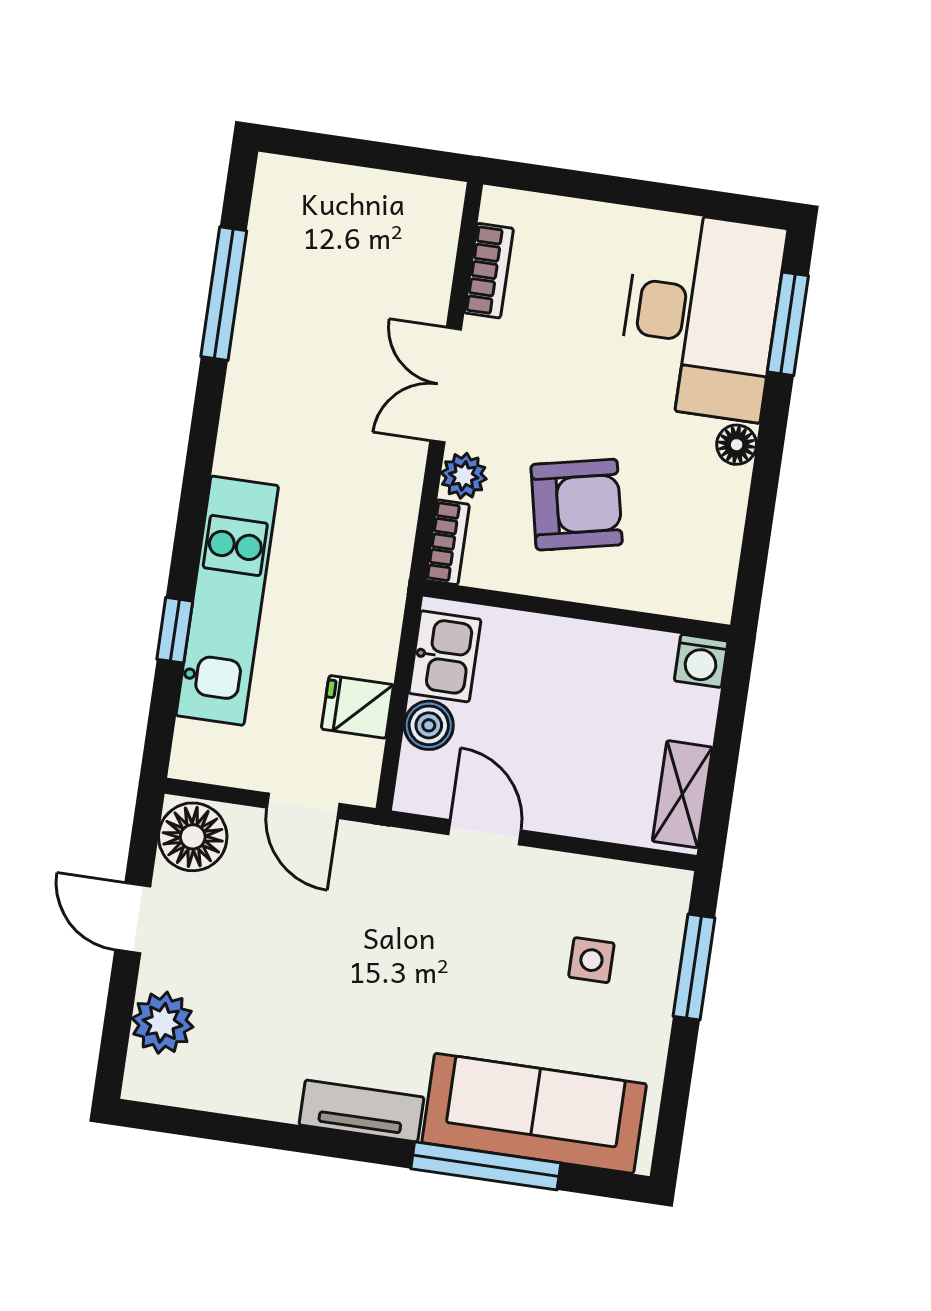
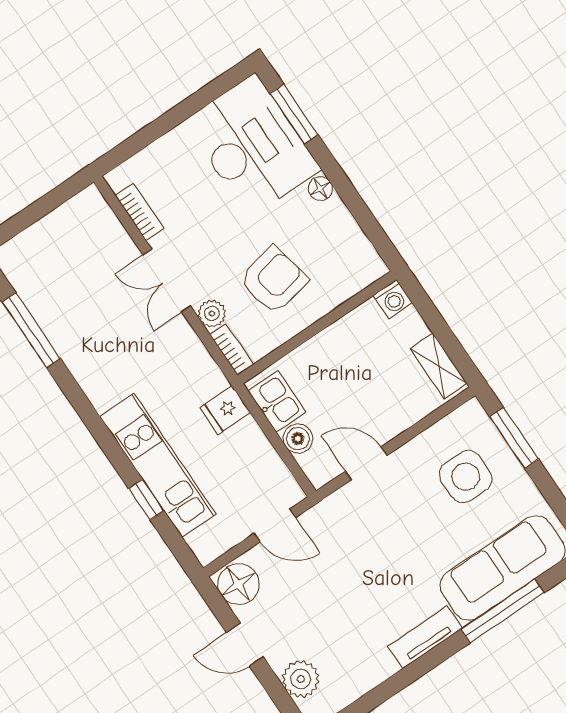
fridge: (357, 707) -> (225, 410), moved
side table: (591, 960) -> (466, 477), width x1.87, depth x1.87

